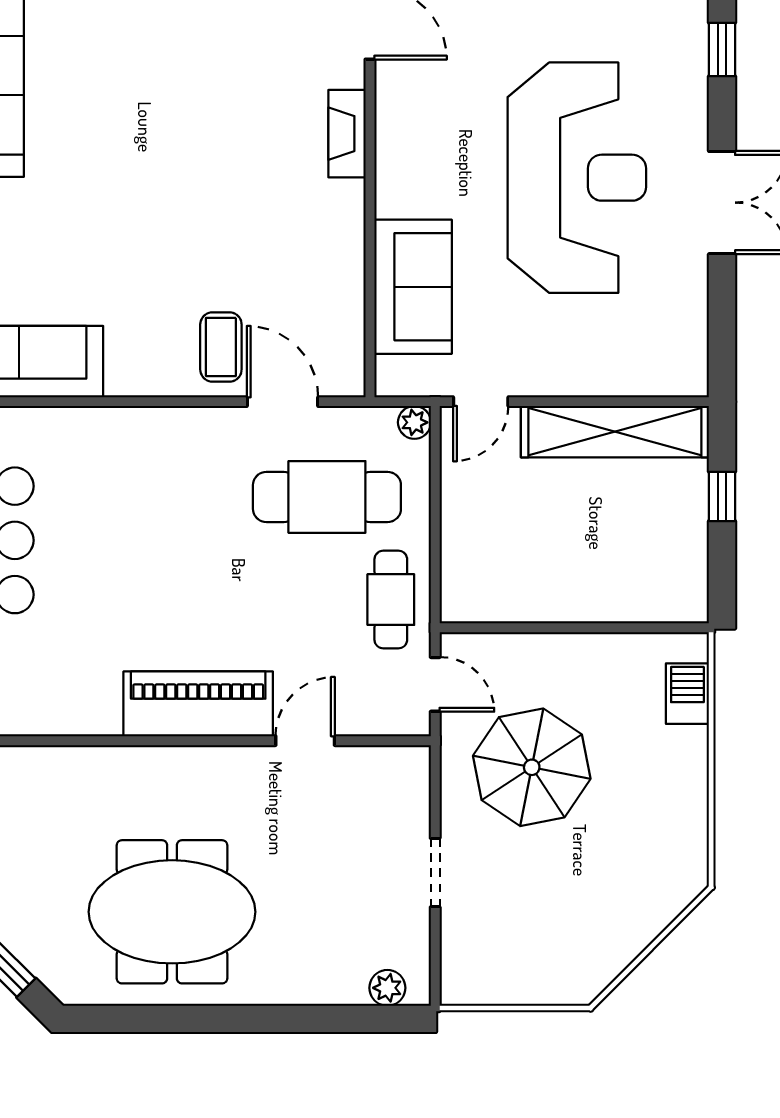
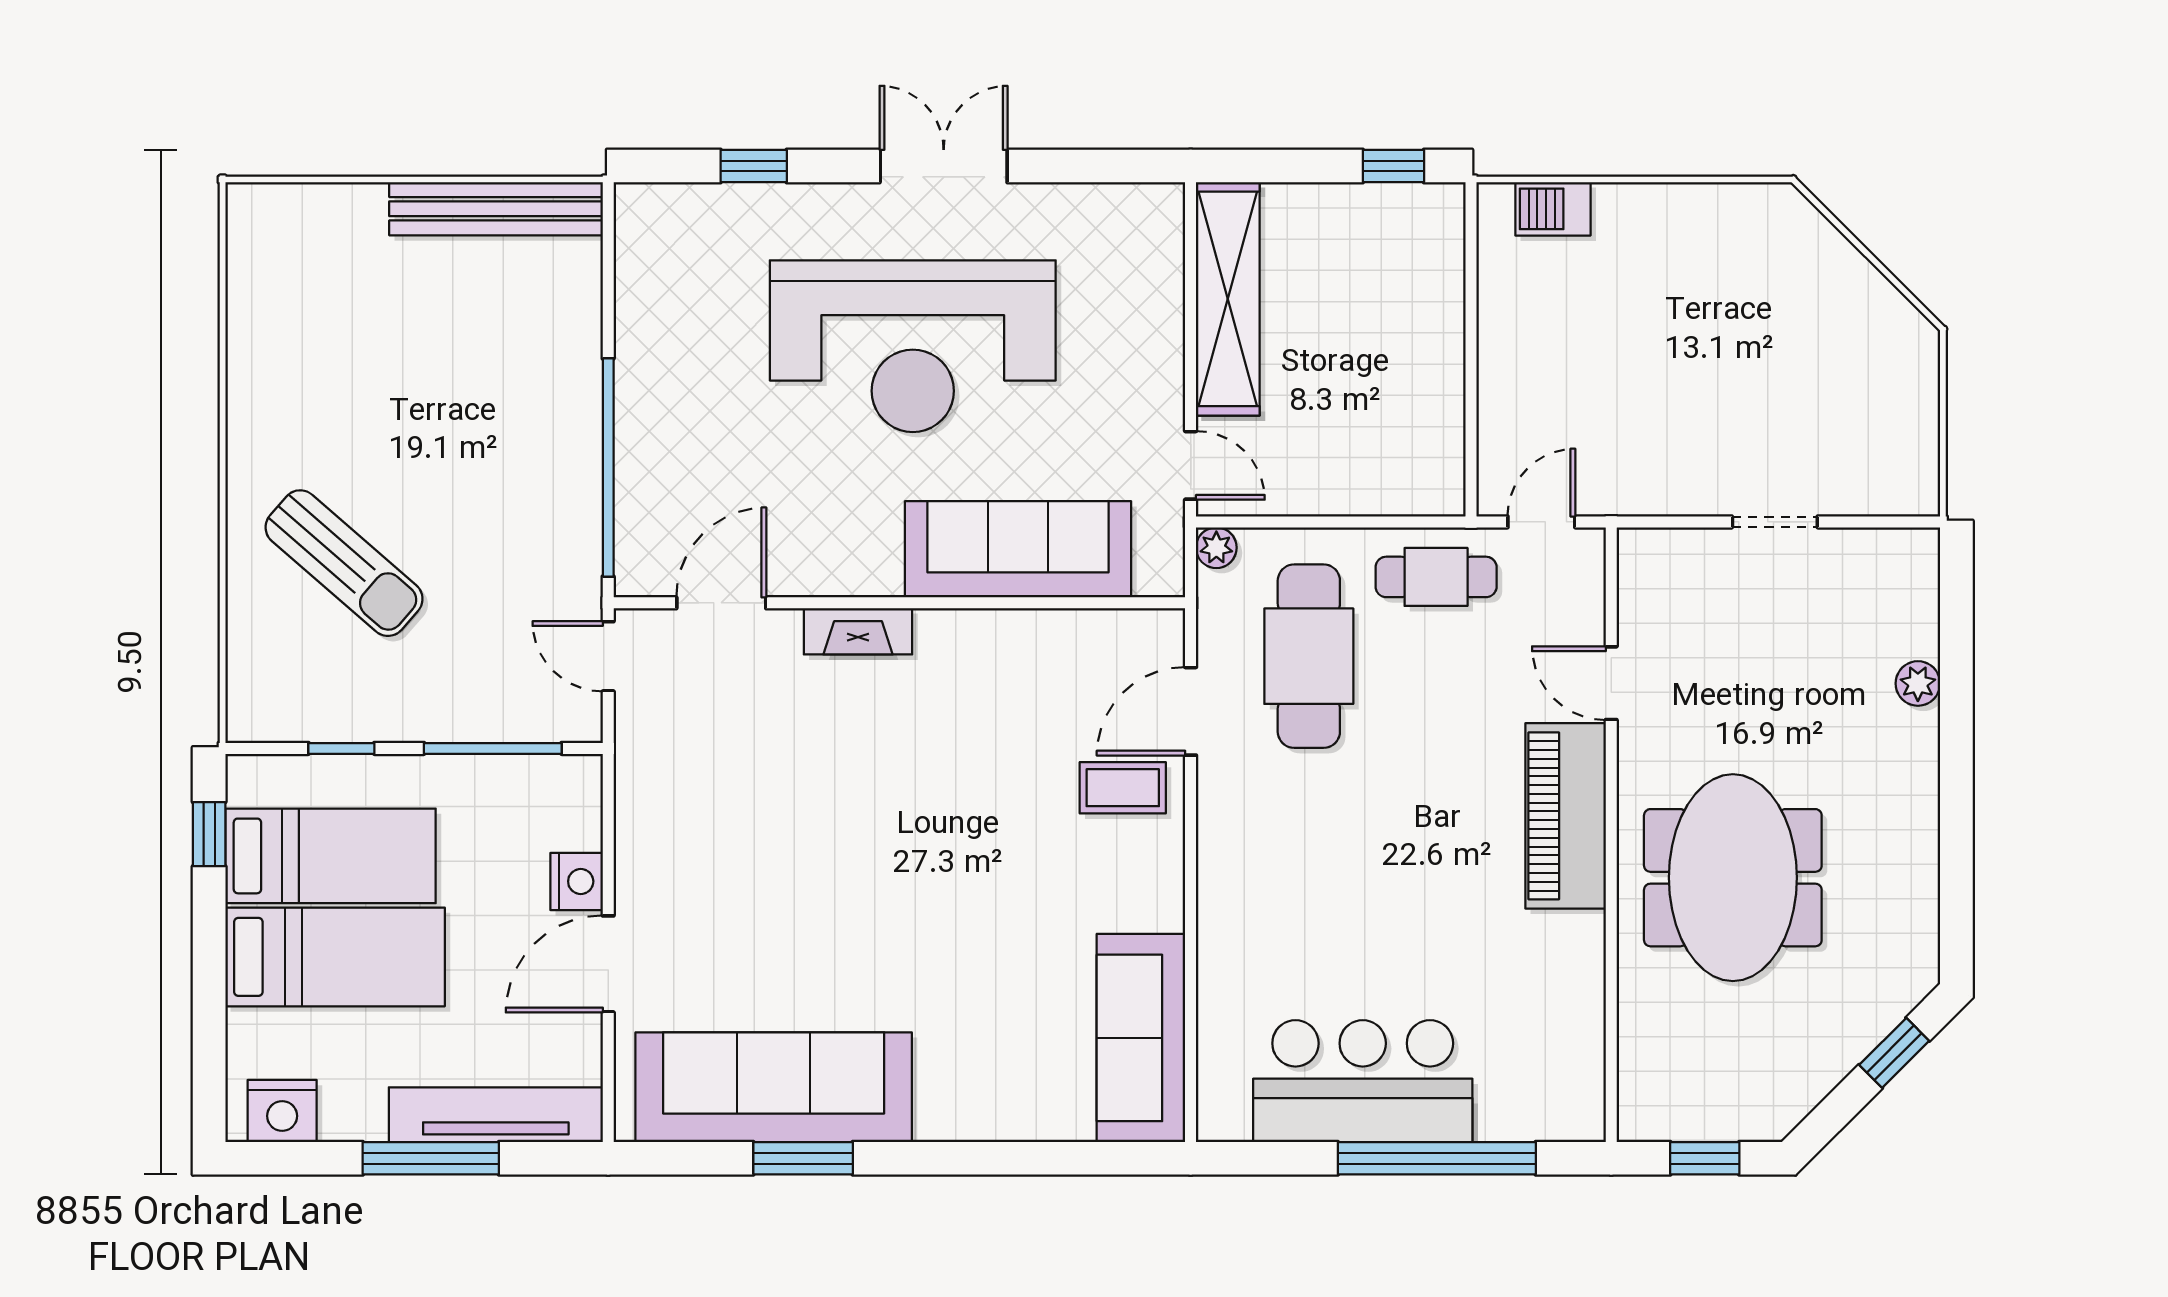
reception desk: (577, 178) -> (913, 346), turned 180
sofa: (413, 287) -> (1018, 549), width x1.36
window: (722, 496) -> (1393, 166), moved
parasol: (532, 767) -> (1644, 402), removed
meeting table: (172, 912) -> (1733, 878), moved
plant: (387, 988) -> (1918, 683), moved

